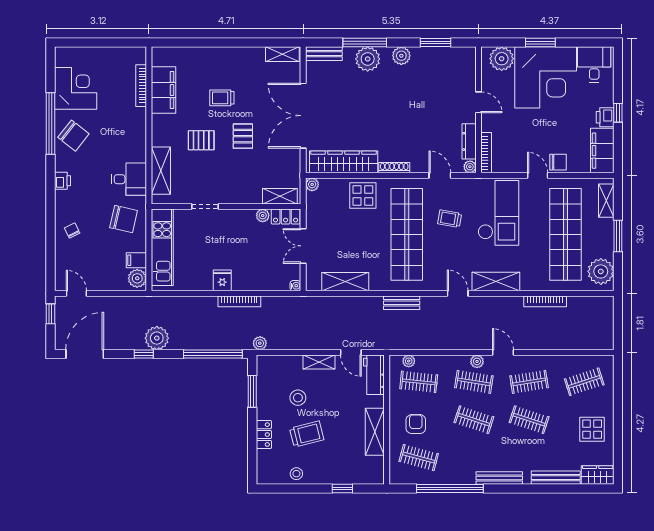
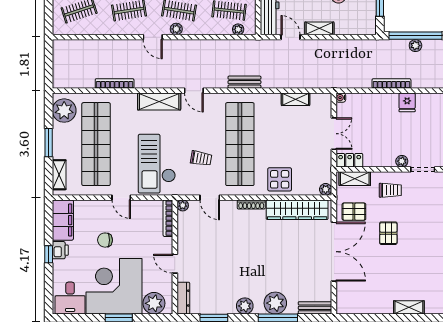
shelving: (282, 54) -> (409, 307), moved
trolley: (222, 98) -> (390, 190), moved
pallet: (201, 140) -> (354, 212), moved
dresser: (469, 141) -> (183, 298), moved
chair: (558, 162) -> (105, 240), moved
plant: (263, 216) -> (402, 161), moved
shelving: (345, 282) -> (296, 99), width x0.67, depth x0.75
plant: (260, 343) -> (415, 46), moved

